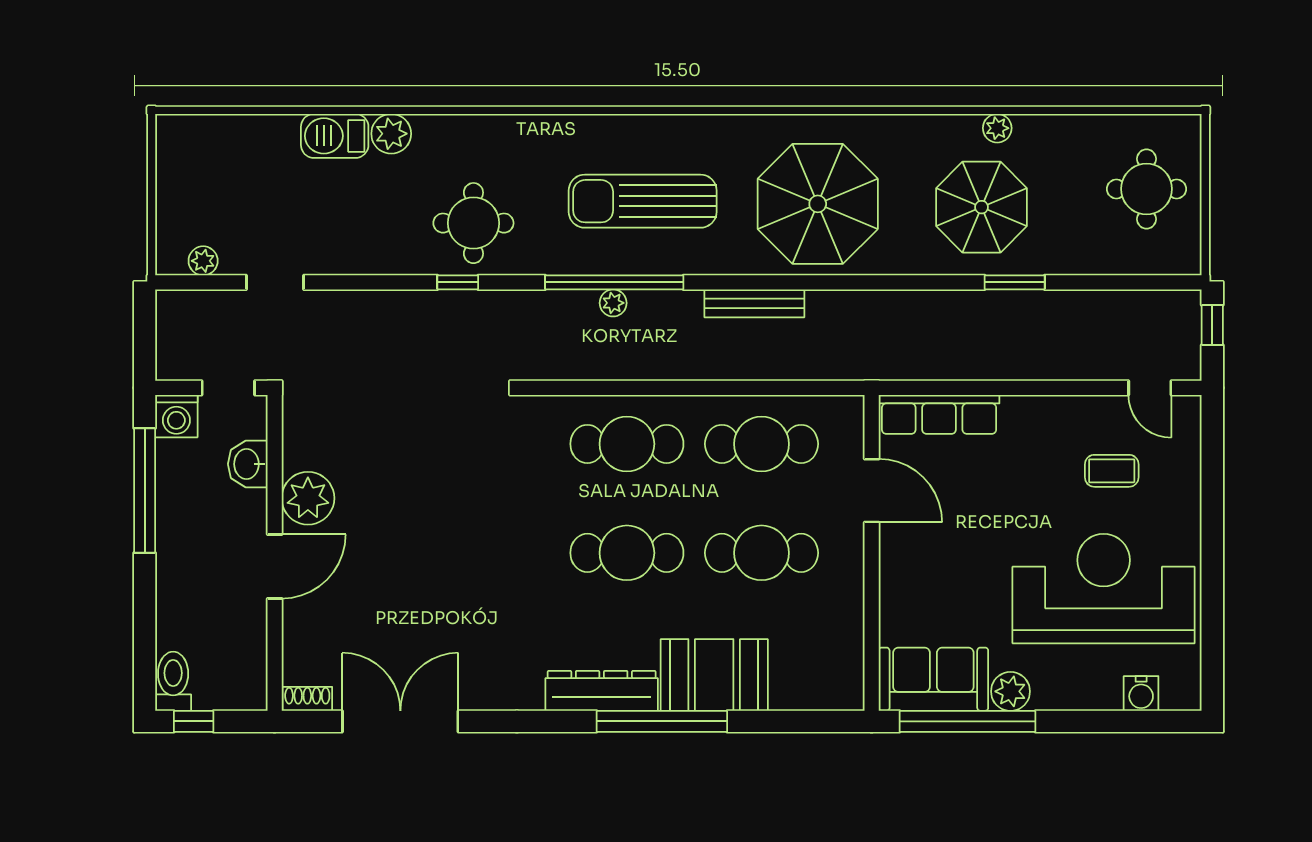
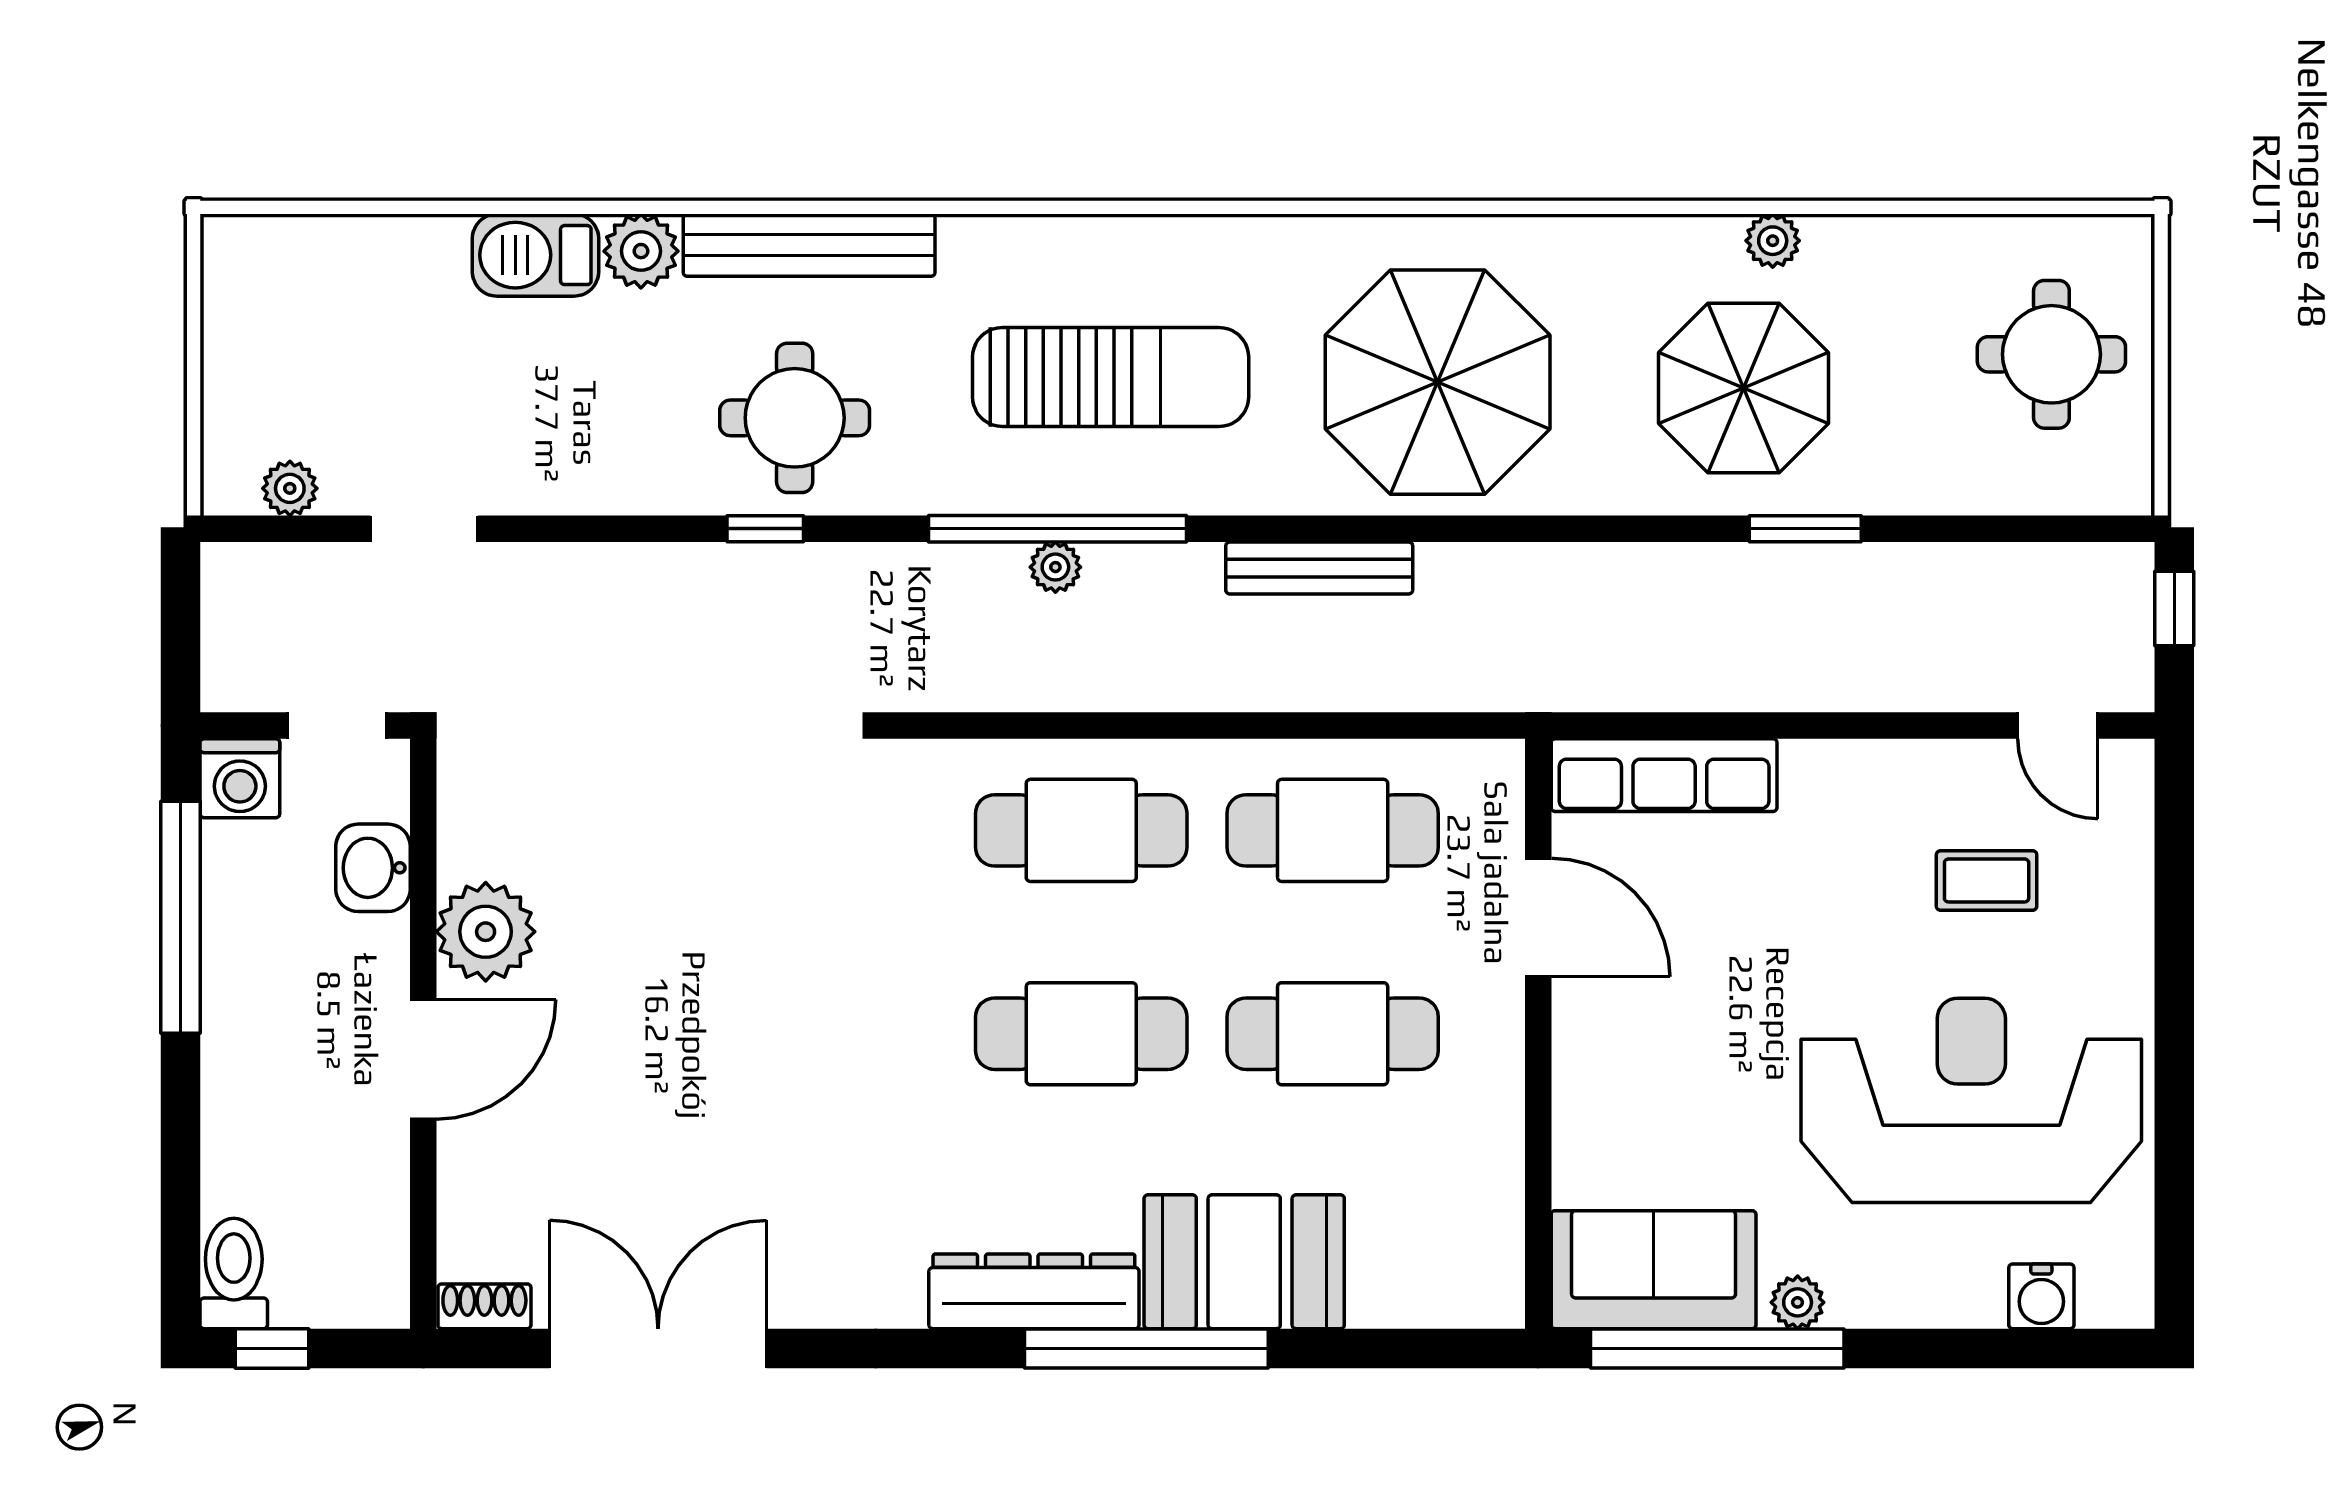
bench: (481, 131) -> (809, 245), added
sun lounger: (643, 201) -> (1111, 377), turned 180
plant: (1010, 691) -> (1798, 1302), width x0.73, depth x0.73

